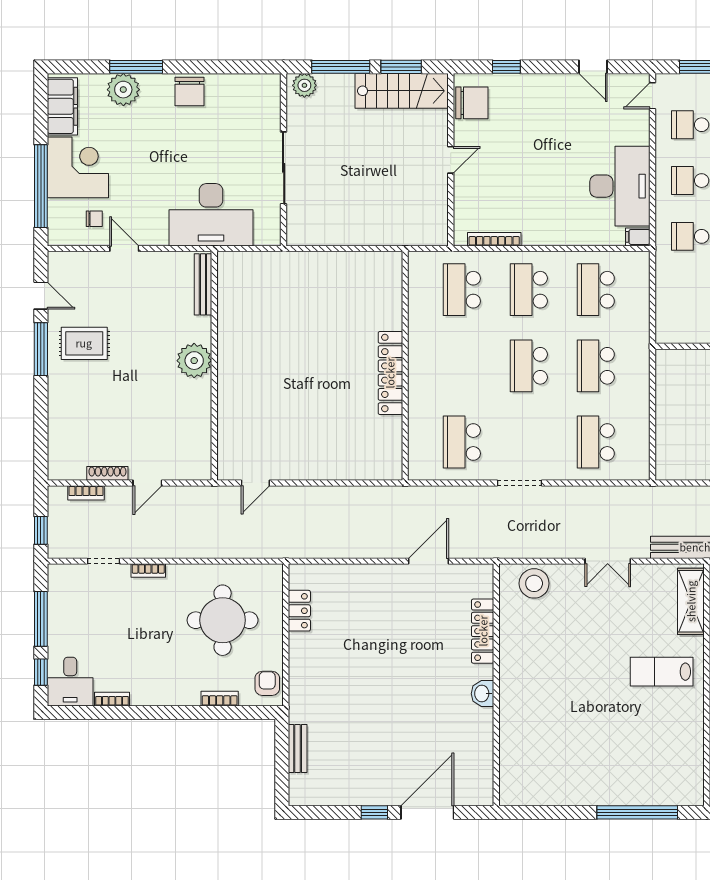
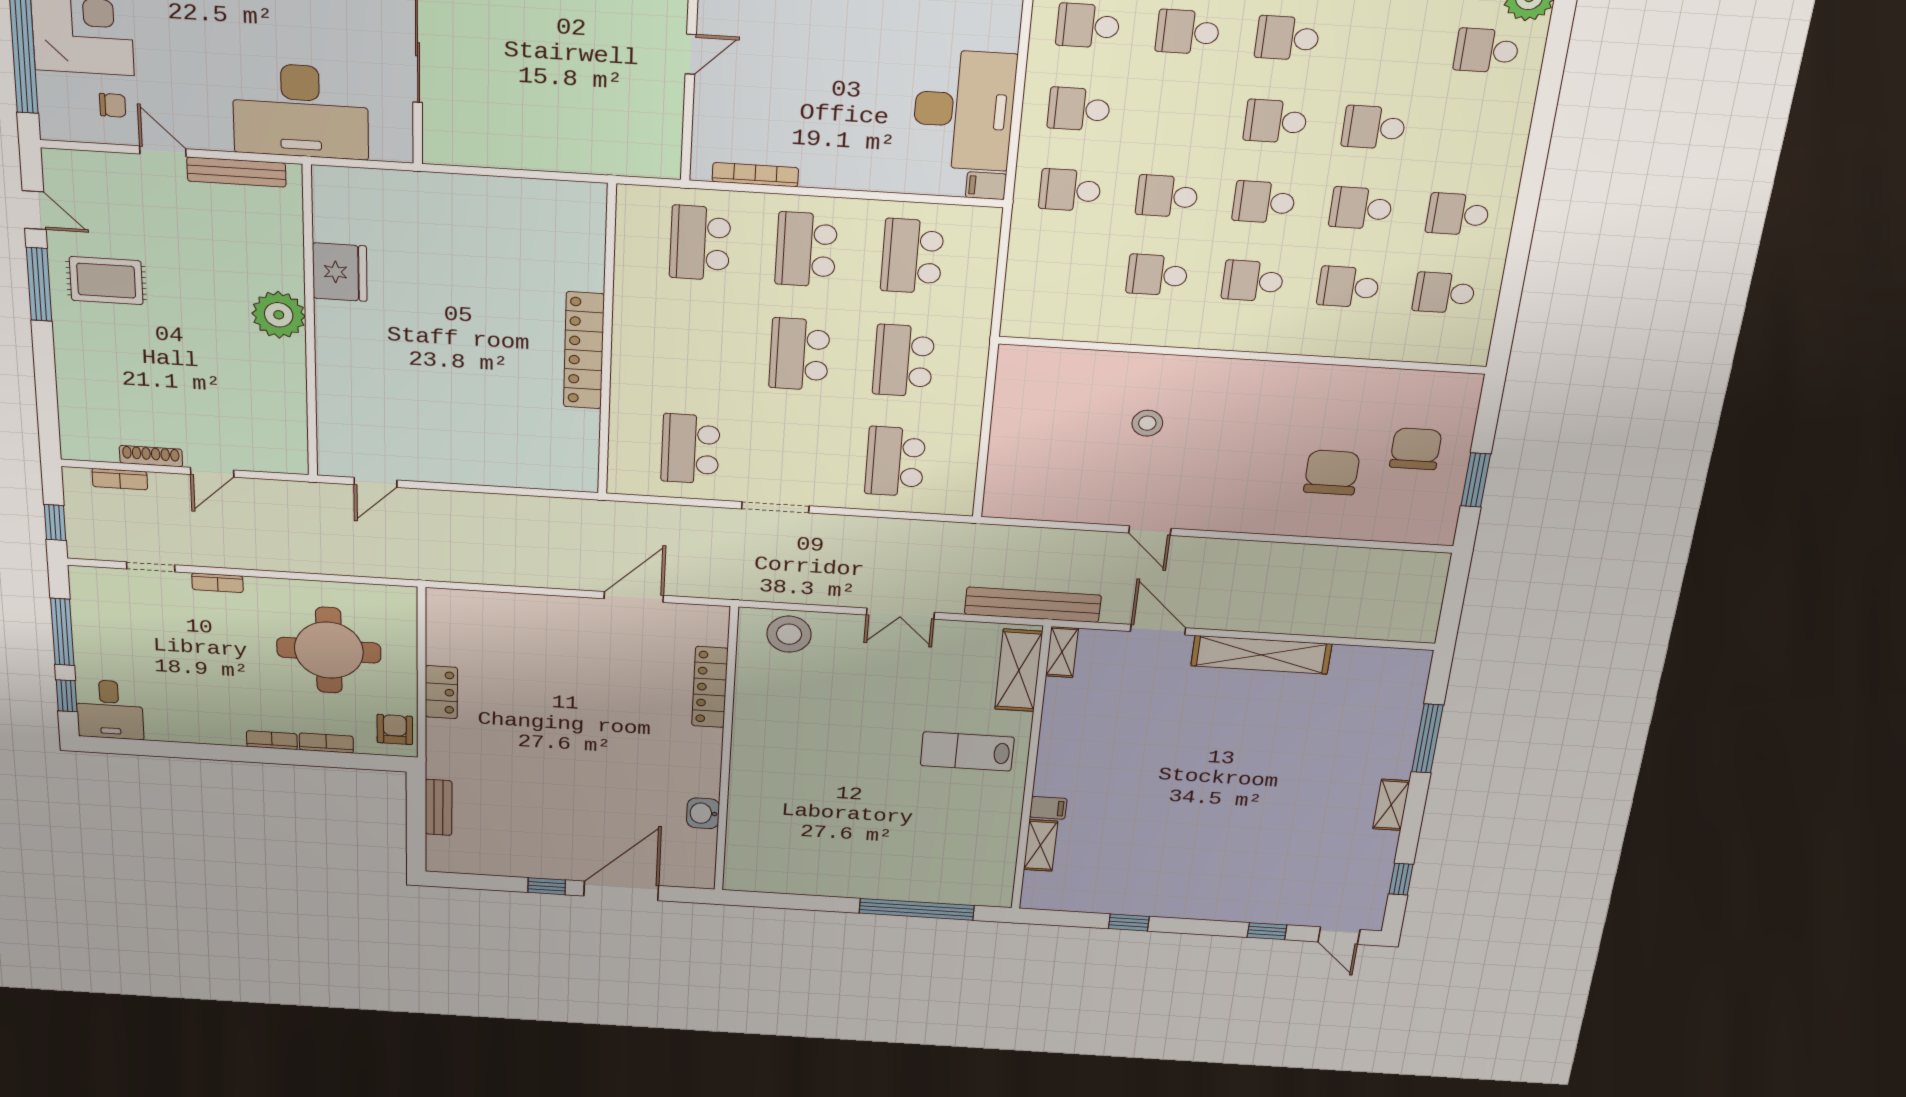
bench: (203, 284) -> (236, 172), moved, turned 90
fridge: (234, 327) -> (340, 272), added
locker: (299, 611) -> (441, 692), moved
washbasin: (482, 694) -> (703, 813), moved
bookcase: (112, 699) -> (272, 740), moved

